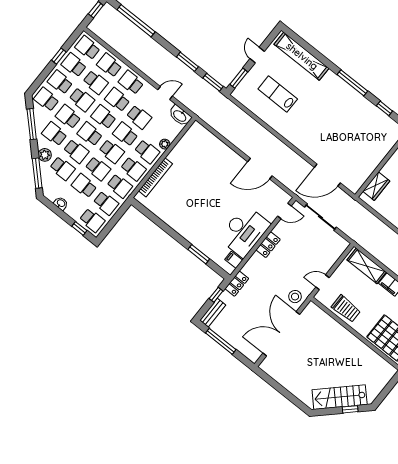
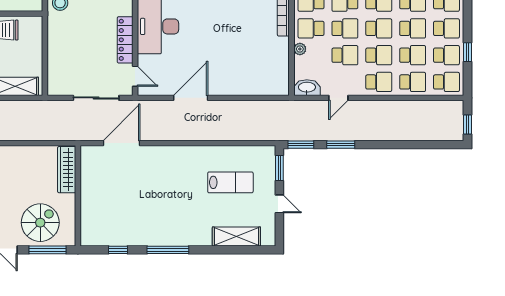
window: (136, 21) -> (421, 145), removed
shelving: (302, 56) -> (236, 236), width x0.68
school desk: (96, 82) -> (413, 55), turned 180
school desk: (82, 99) -> (413, 28), turned 180
school desk: (139, 117) -> (345, 55), turned 180
wardrobe: (376, 186) -> (67, 170), width x1.50
door: (284, 211) -> (135, 76), swing flipped
locker: (268, 245) -> (125, 40), width x1.53
door: (322, 282) -> (45, 37), removed

